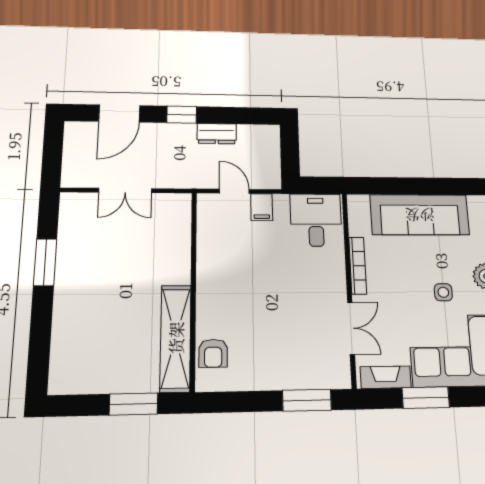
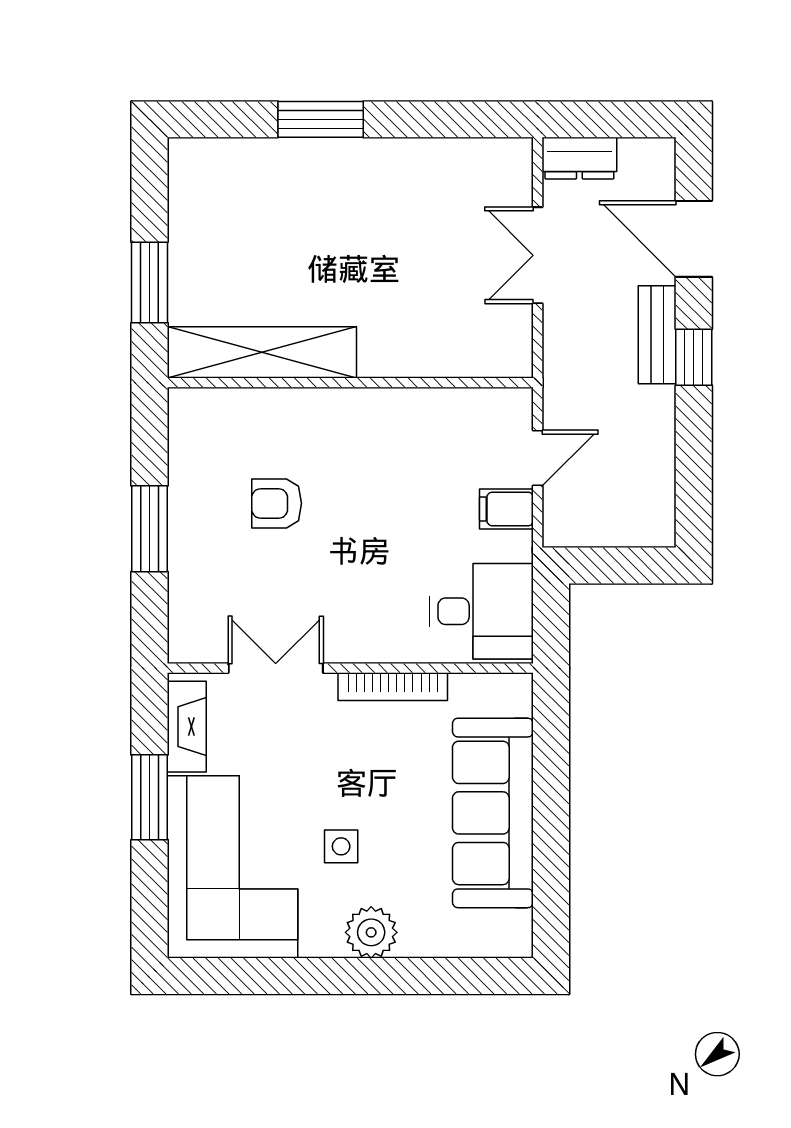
bench: (170, 132) -> (657, 335), added
dresser: (217, 134) -> (579, 158), moved, turned -90
window: (45, 262) -> (321, 119), moved
double door: (351, 328) -> (276, 668), swing flipped
armchair: (213, 353) -> (277, 503), moved
window: (307, 400) -> (149, 529), moved

